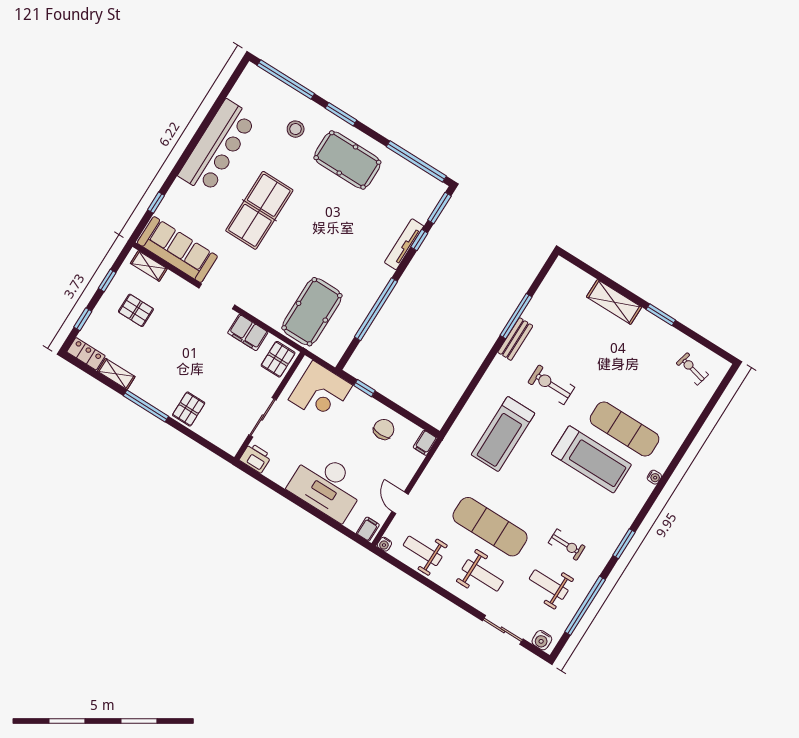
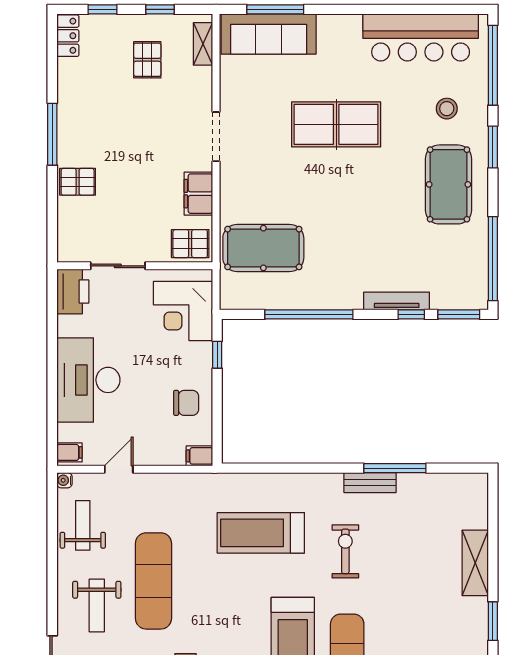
bar counter: (217, 147) -> (421, 37), moved
window: (156, 203) -> (275, 9), width x2.17
sofa: (177, 250) -> (269, 34), moved, turned 90
shelving: (116, 374) -> (67, 81), removed
printer: (255, 458) -> (73, 291), width x1.37, depth x1.19

